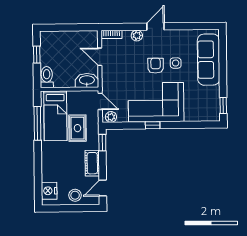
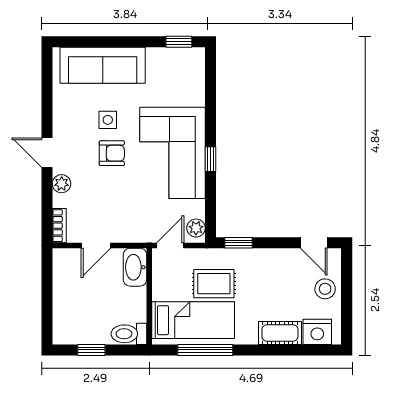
armchair: (156, 66) -> (112, 153), turned 180
cot: (92, 163) -> (280, 333), moved

